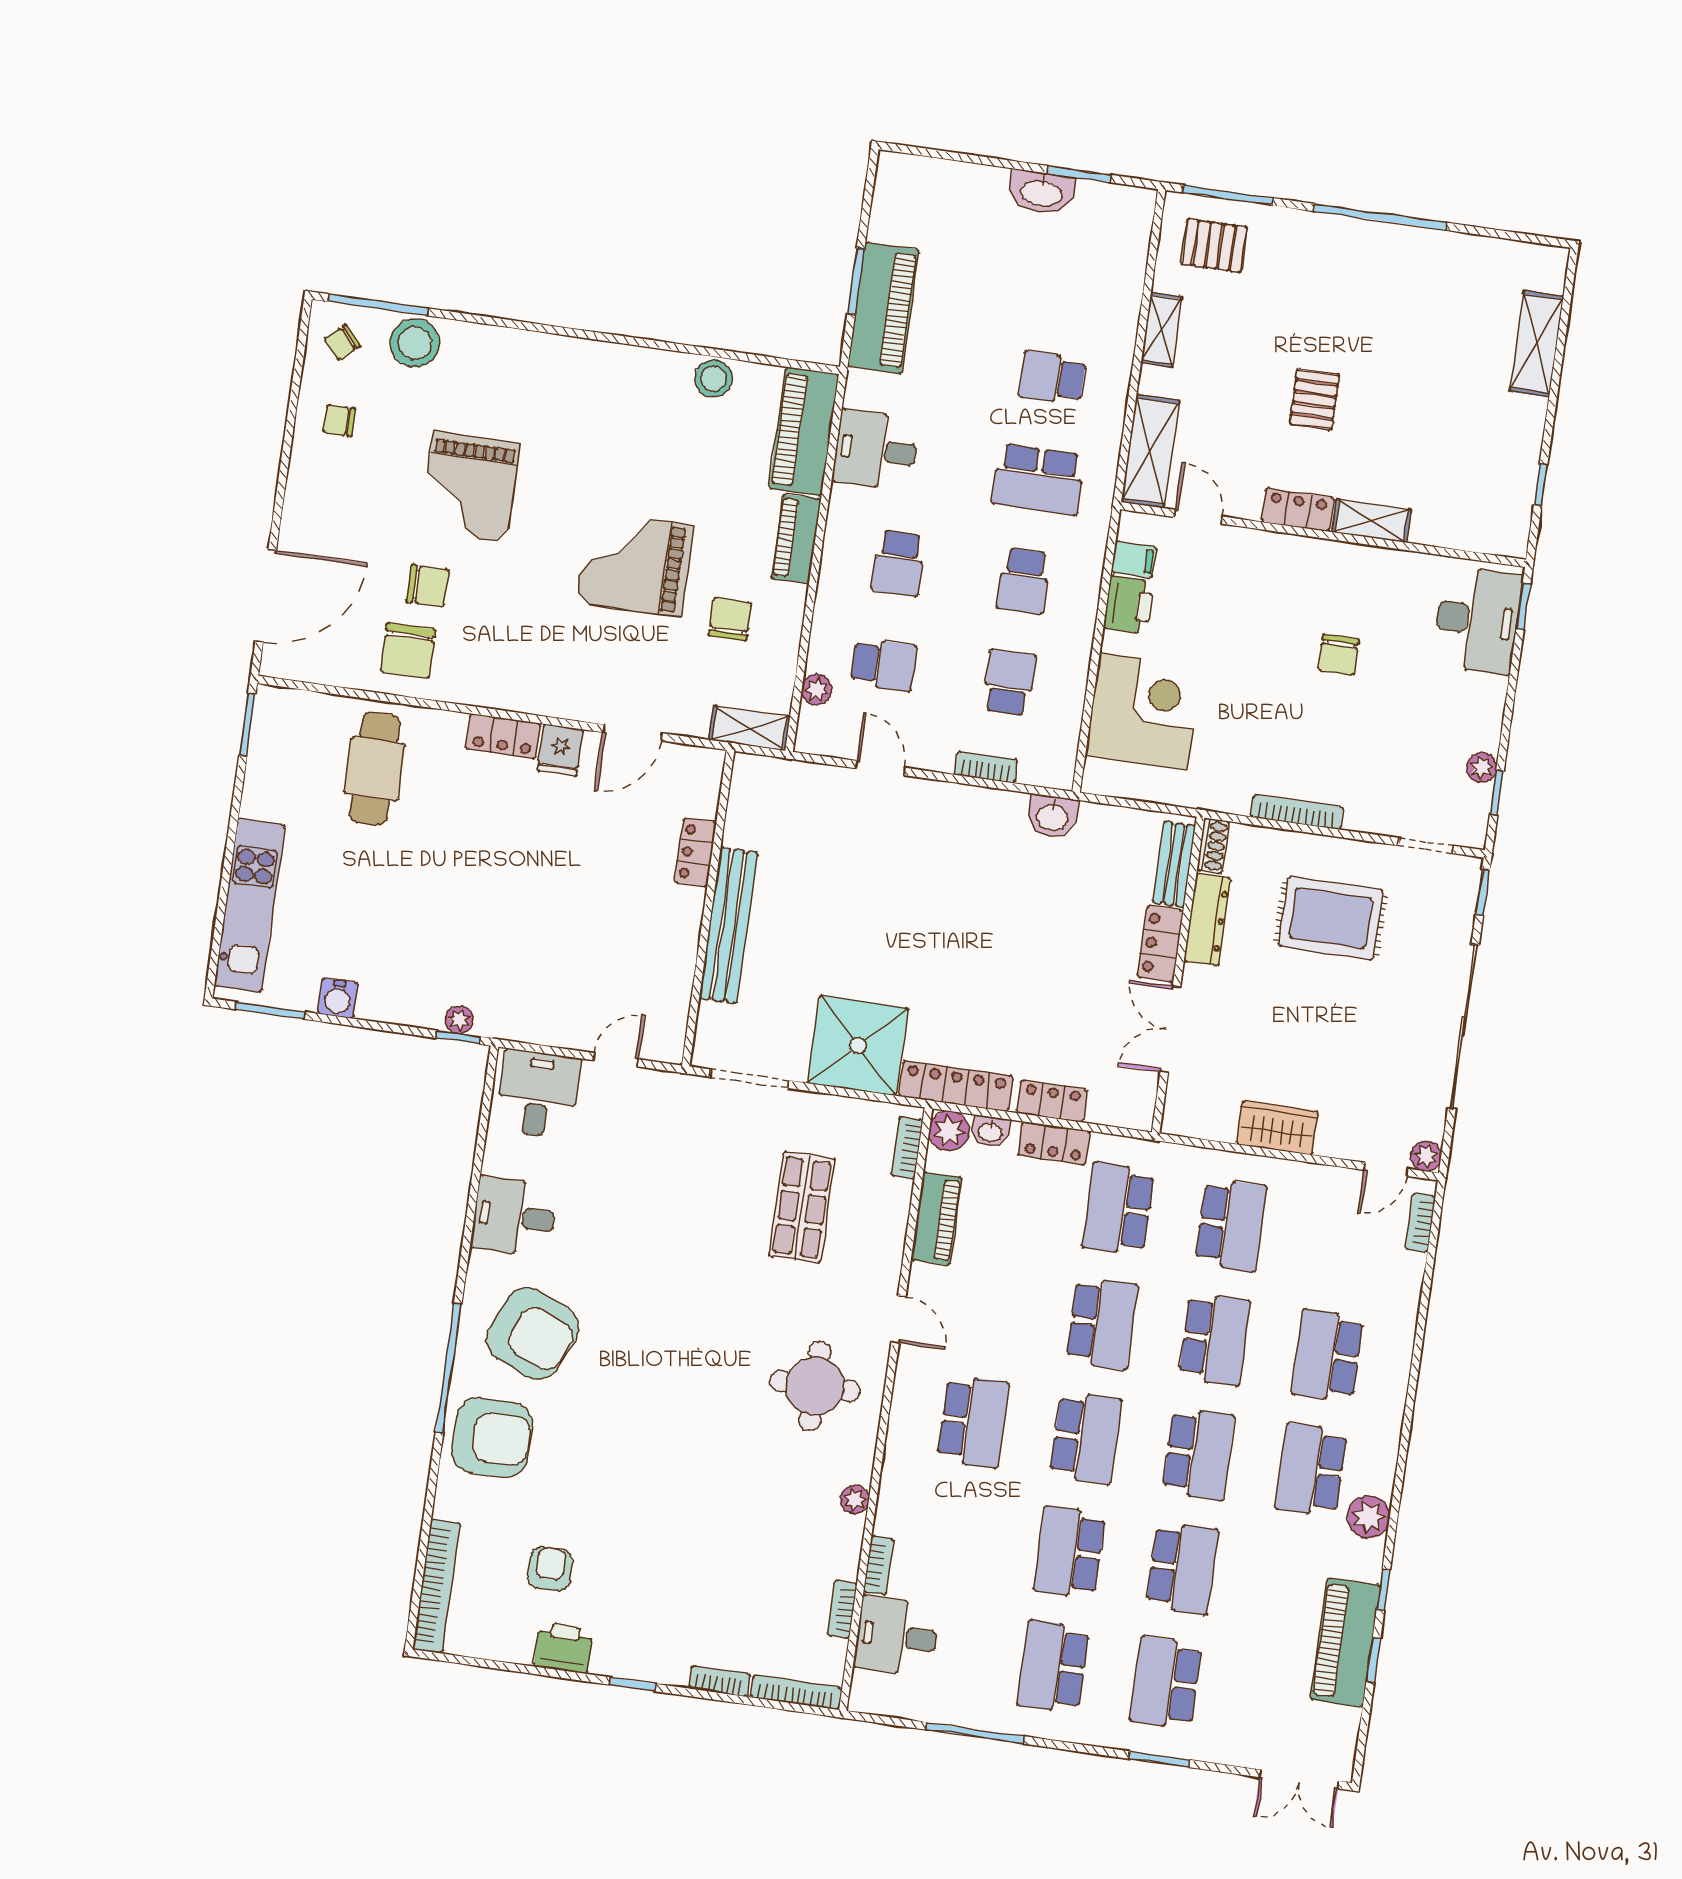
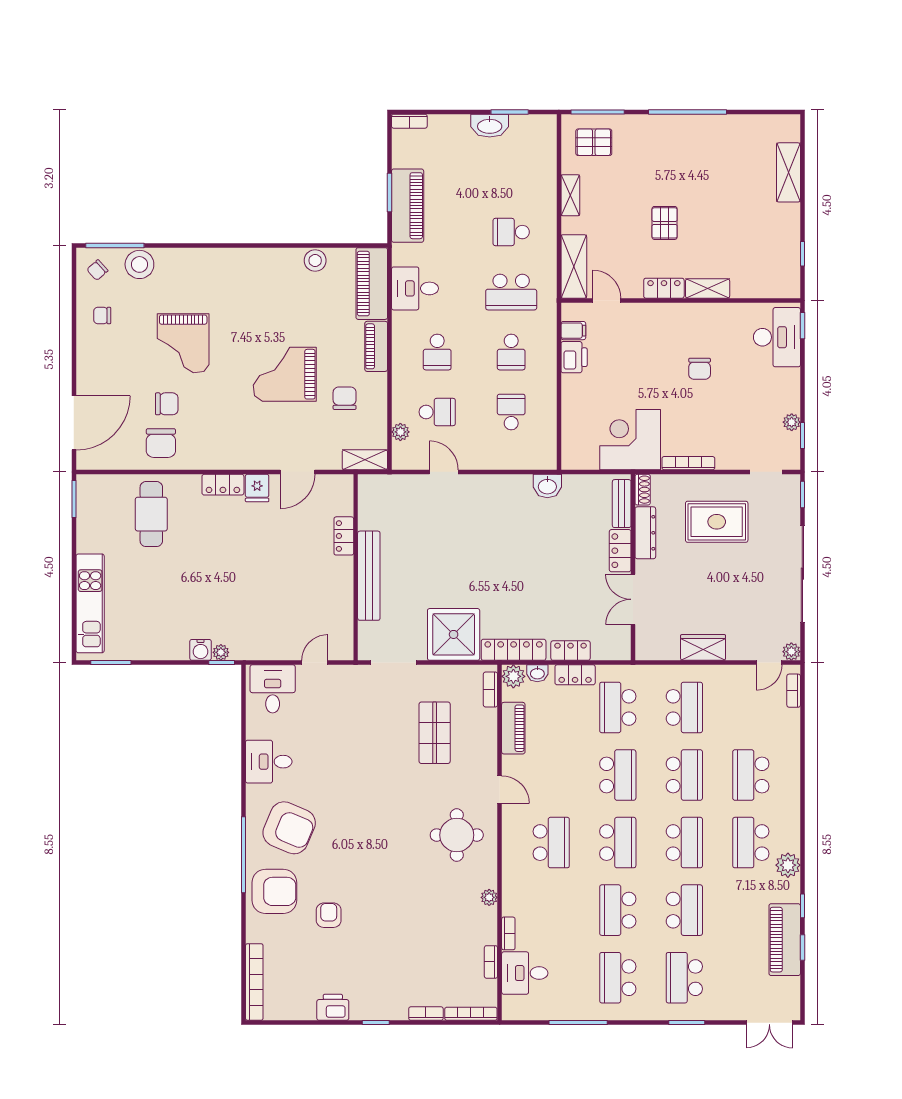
corner desk: (1143, 711) -> (630, 440), moved, turned -90
bookcase: (986, 767) -> (409, 121), moved, turned 180
water cooler: (338, 998) -> (201, 650), moved
armchair: (550, 1569) -> (329, 915), moved

